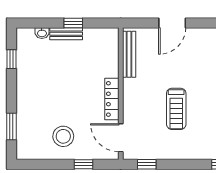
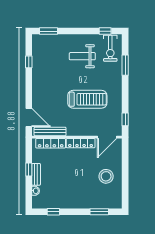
door: (172, 23) -> (29, 117), moved
locker: (112, 55) -> (51, 143), added
treadmill: (176, 109) -> (87, 99), width x1.37, depth x1.38
window: (84, 164) -> (125, 162), removed

